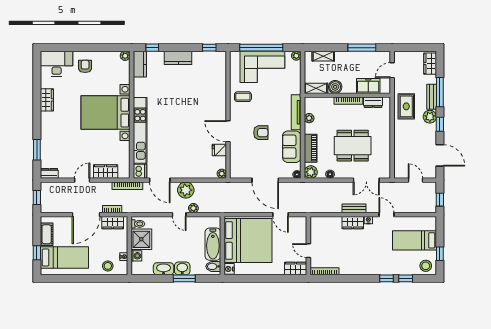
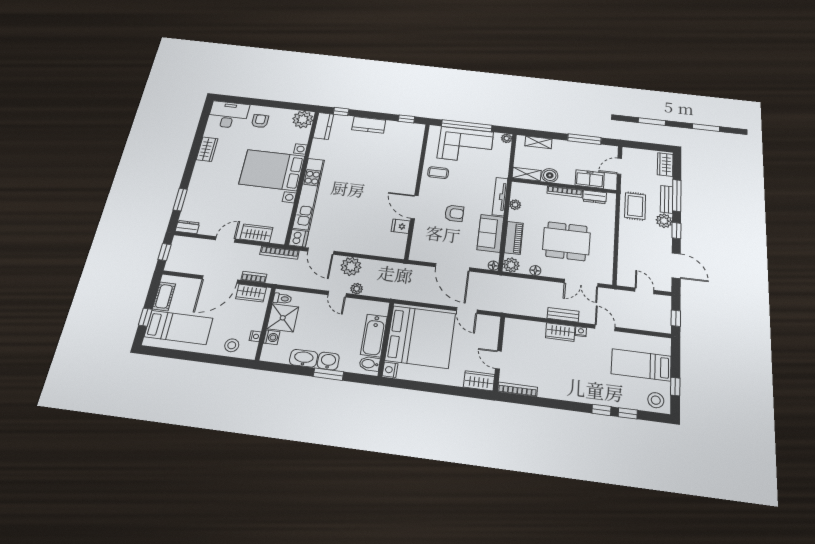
plant: (125, 56) -> (303, 119), width x1.88, depth x1.88
plant: (222, 174) -> (399, 253), removed

